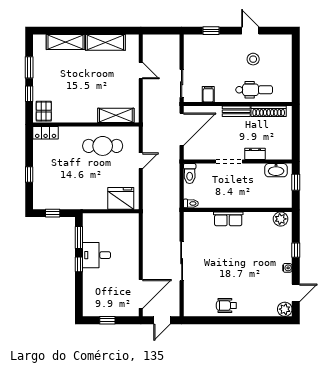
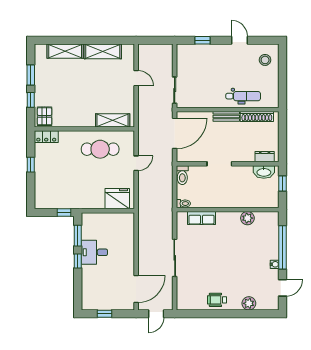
stool: (253, 59) -> (265, 60), moved
filing cabinet: (208, 94) -> (200, 100), removed
dresser: (255, 154) -> (265, 157), moved
window: (29, 175) -> (31, 165), moved
window: (53, 213) -> (64, 213), moved
row of seats: (228, 219) -> (201, 218), moved
plant: (281, 219) -> (247, 218), moved
window: (296, 250) -> (282, 247), width x3.17
plant: (285, 309) -> (249, 303), moved

